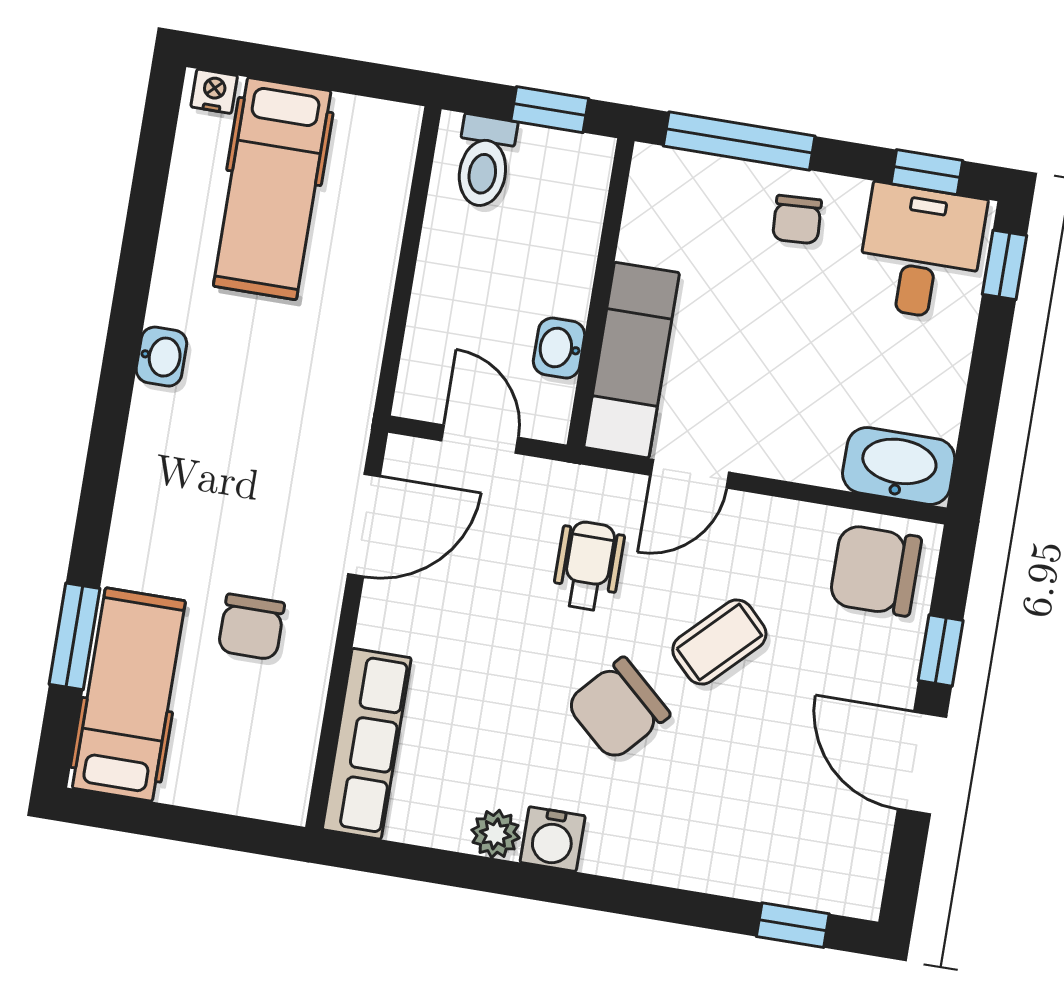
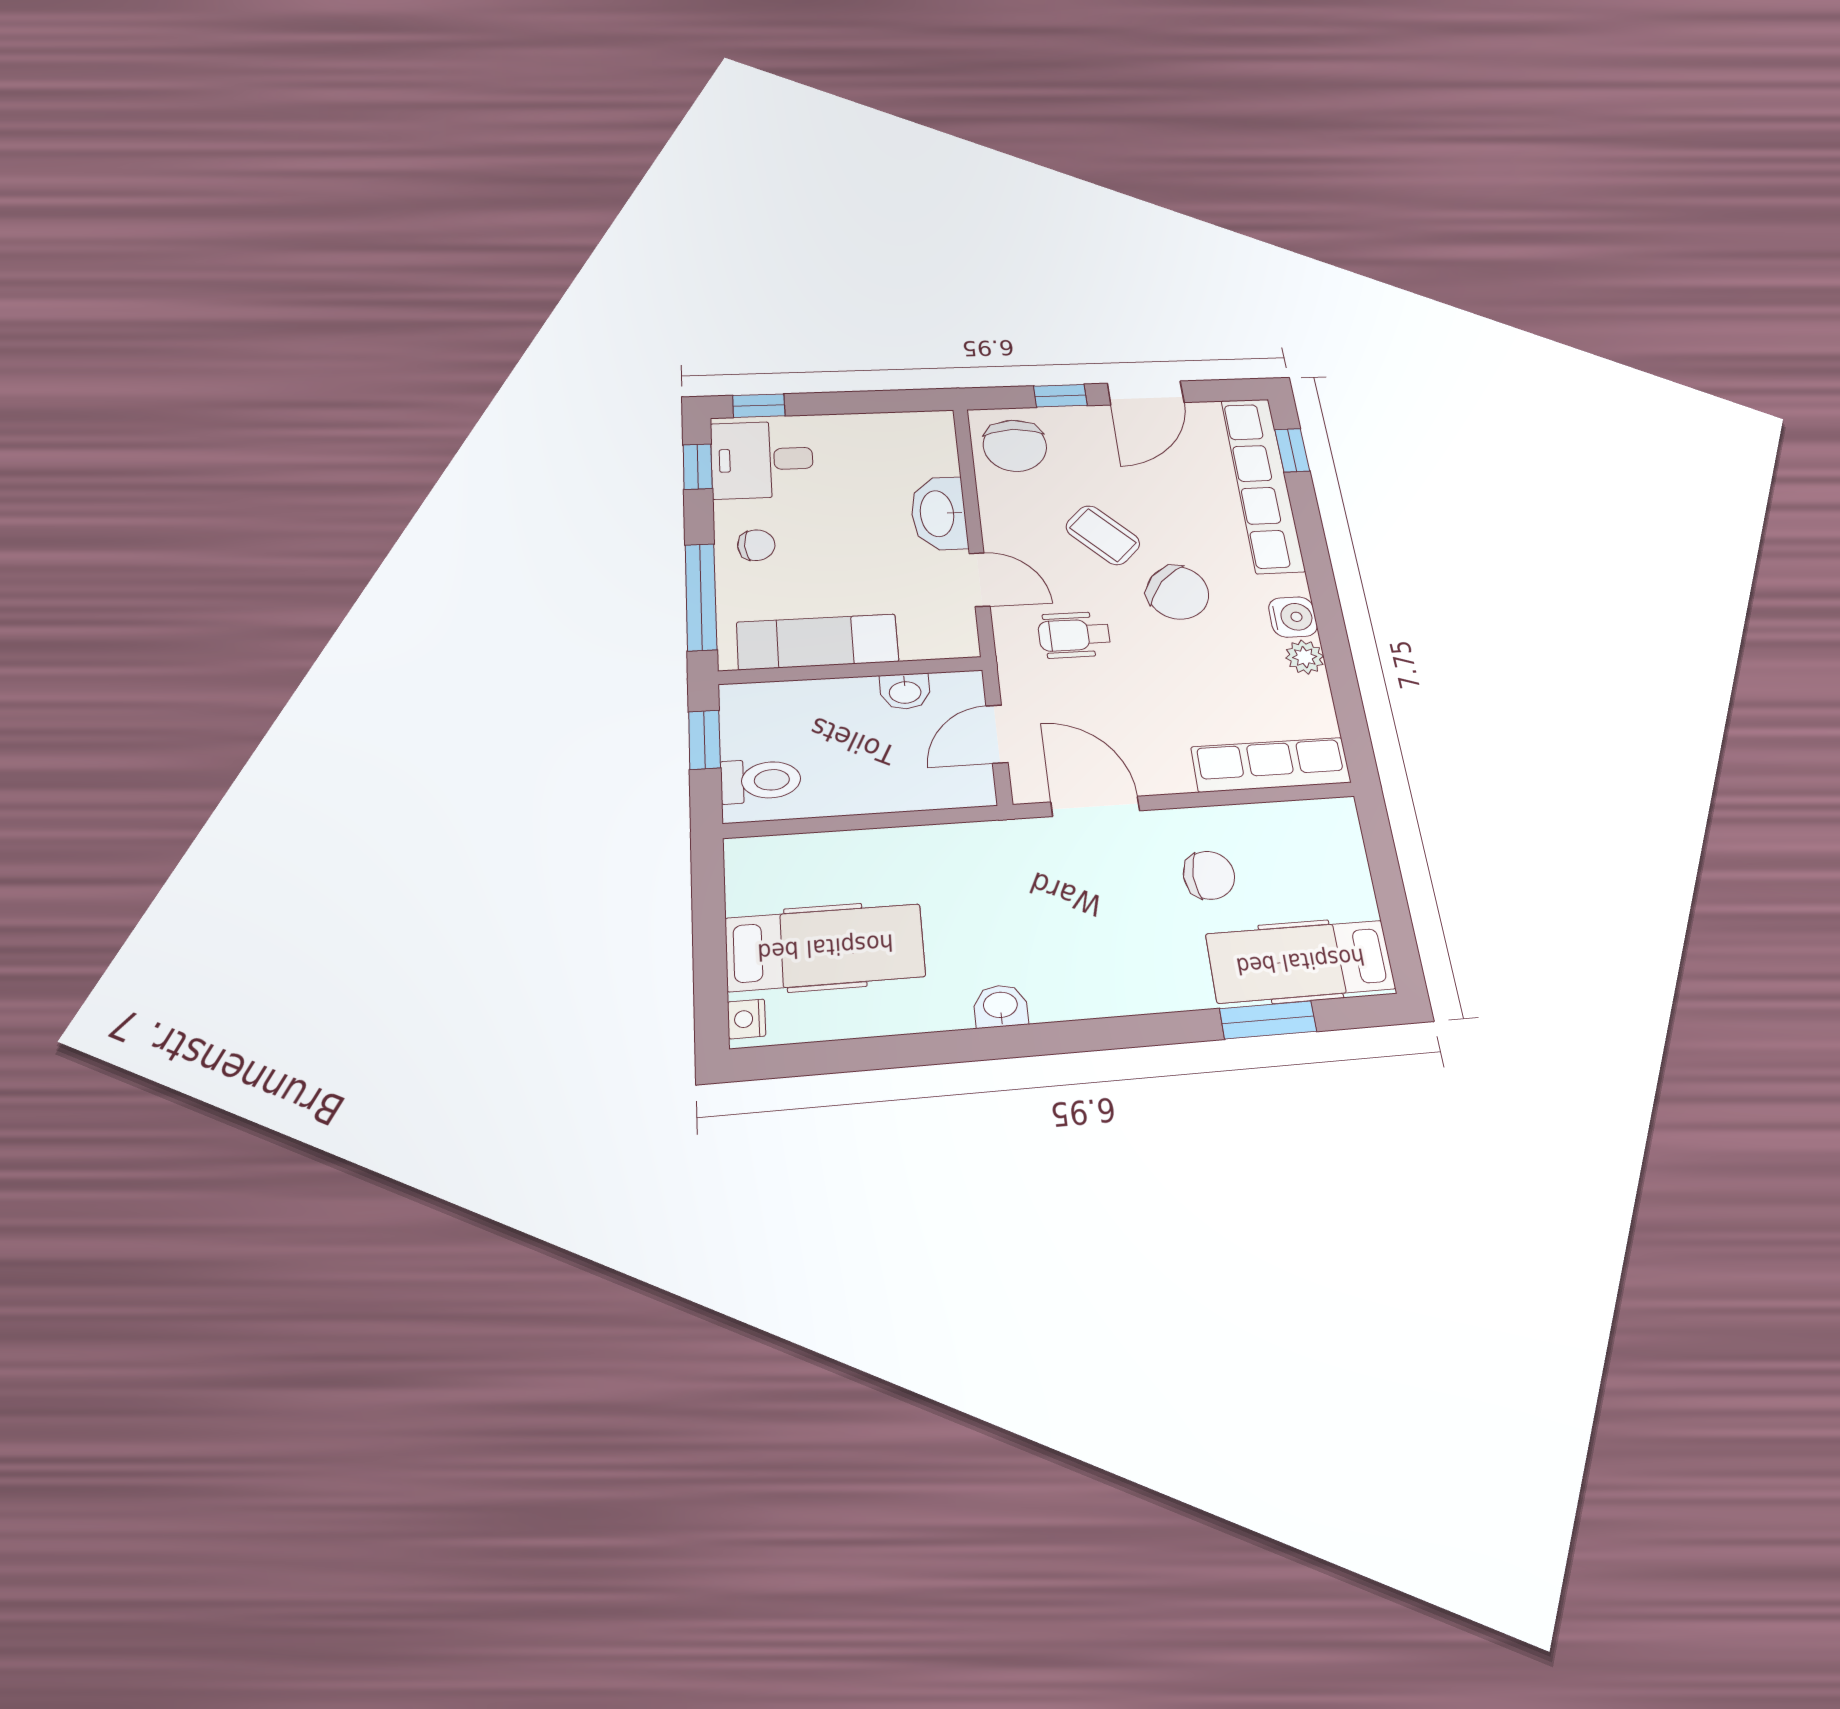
exam couch: (632, 360) -> (818, 642), moved
washbasin: (899, 466) -> (939, 514), moved
row of seats: (750, 868) -> (1262, 484), added

